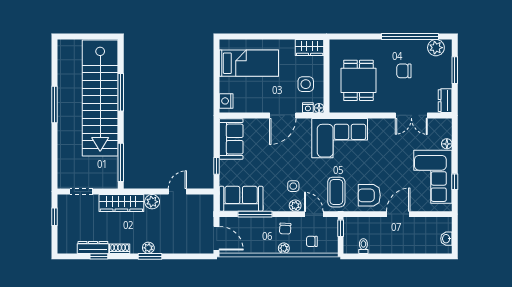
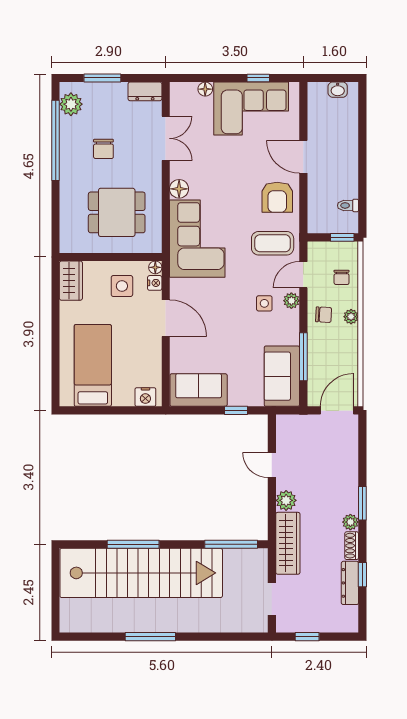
floor lamp: (375, 125) -> (179, 189), added
window: (341, 228) -> (342, 237), moved
plant: (148, 248) -> (350, 522), moved

